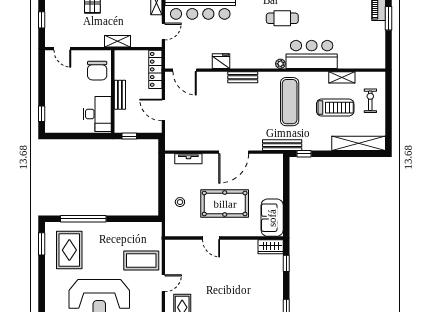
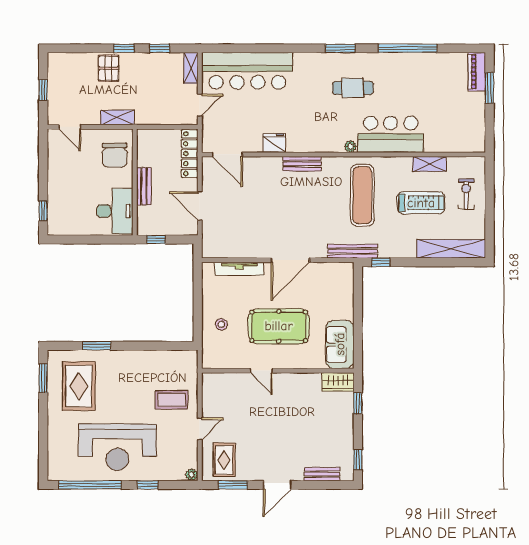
shelving: (118, 41) -> (117, 117), moved
tv unit: (188, 159) -> (239, 269), width x1.41
window: (83, 219) -> (97, 346), width x0.47
coffee table: (141, 261) -> (171, 400), width x0.73, depth x0.76

